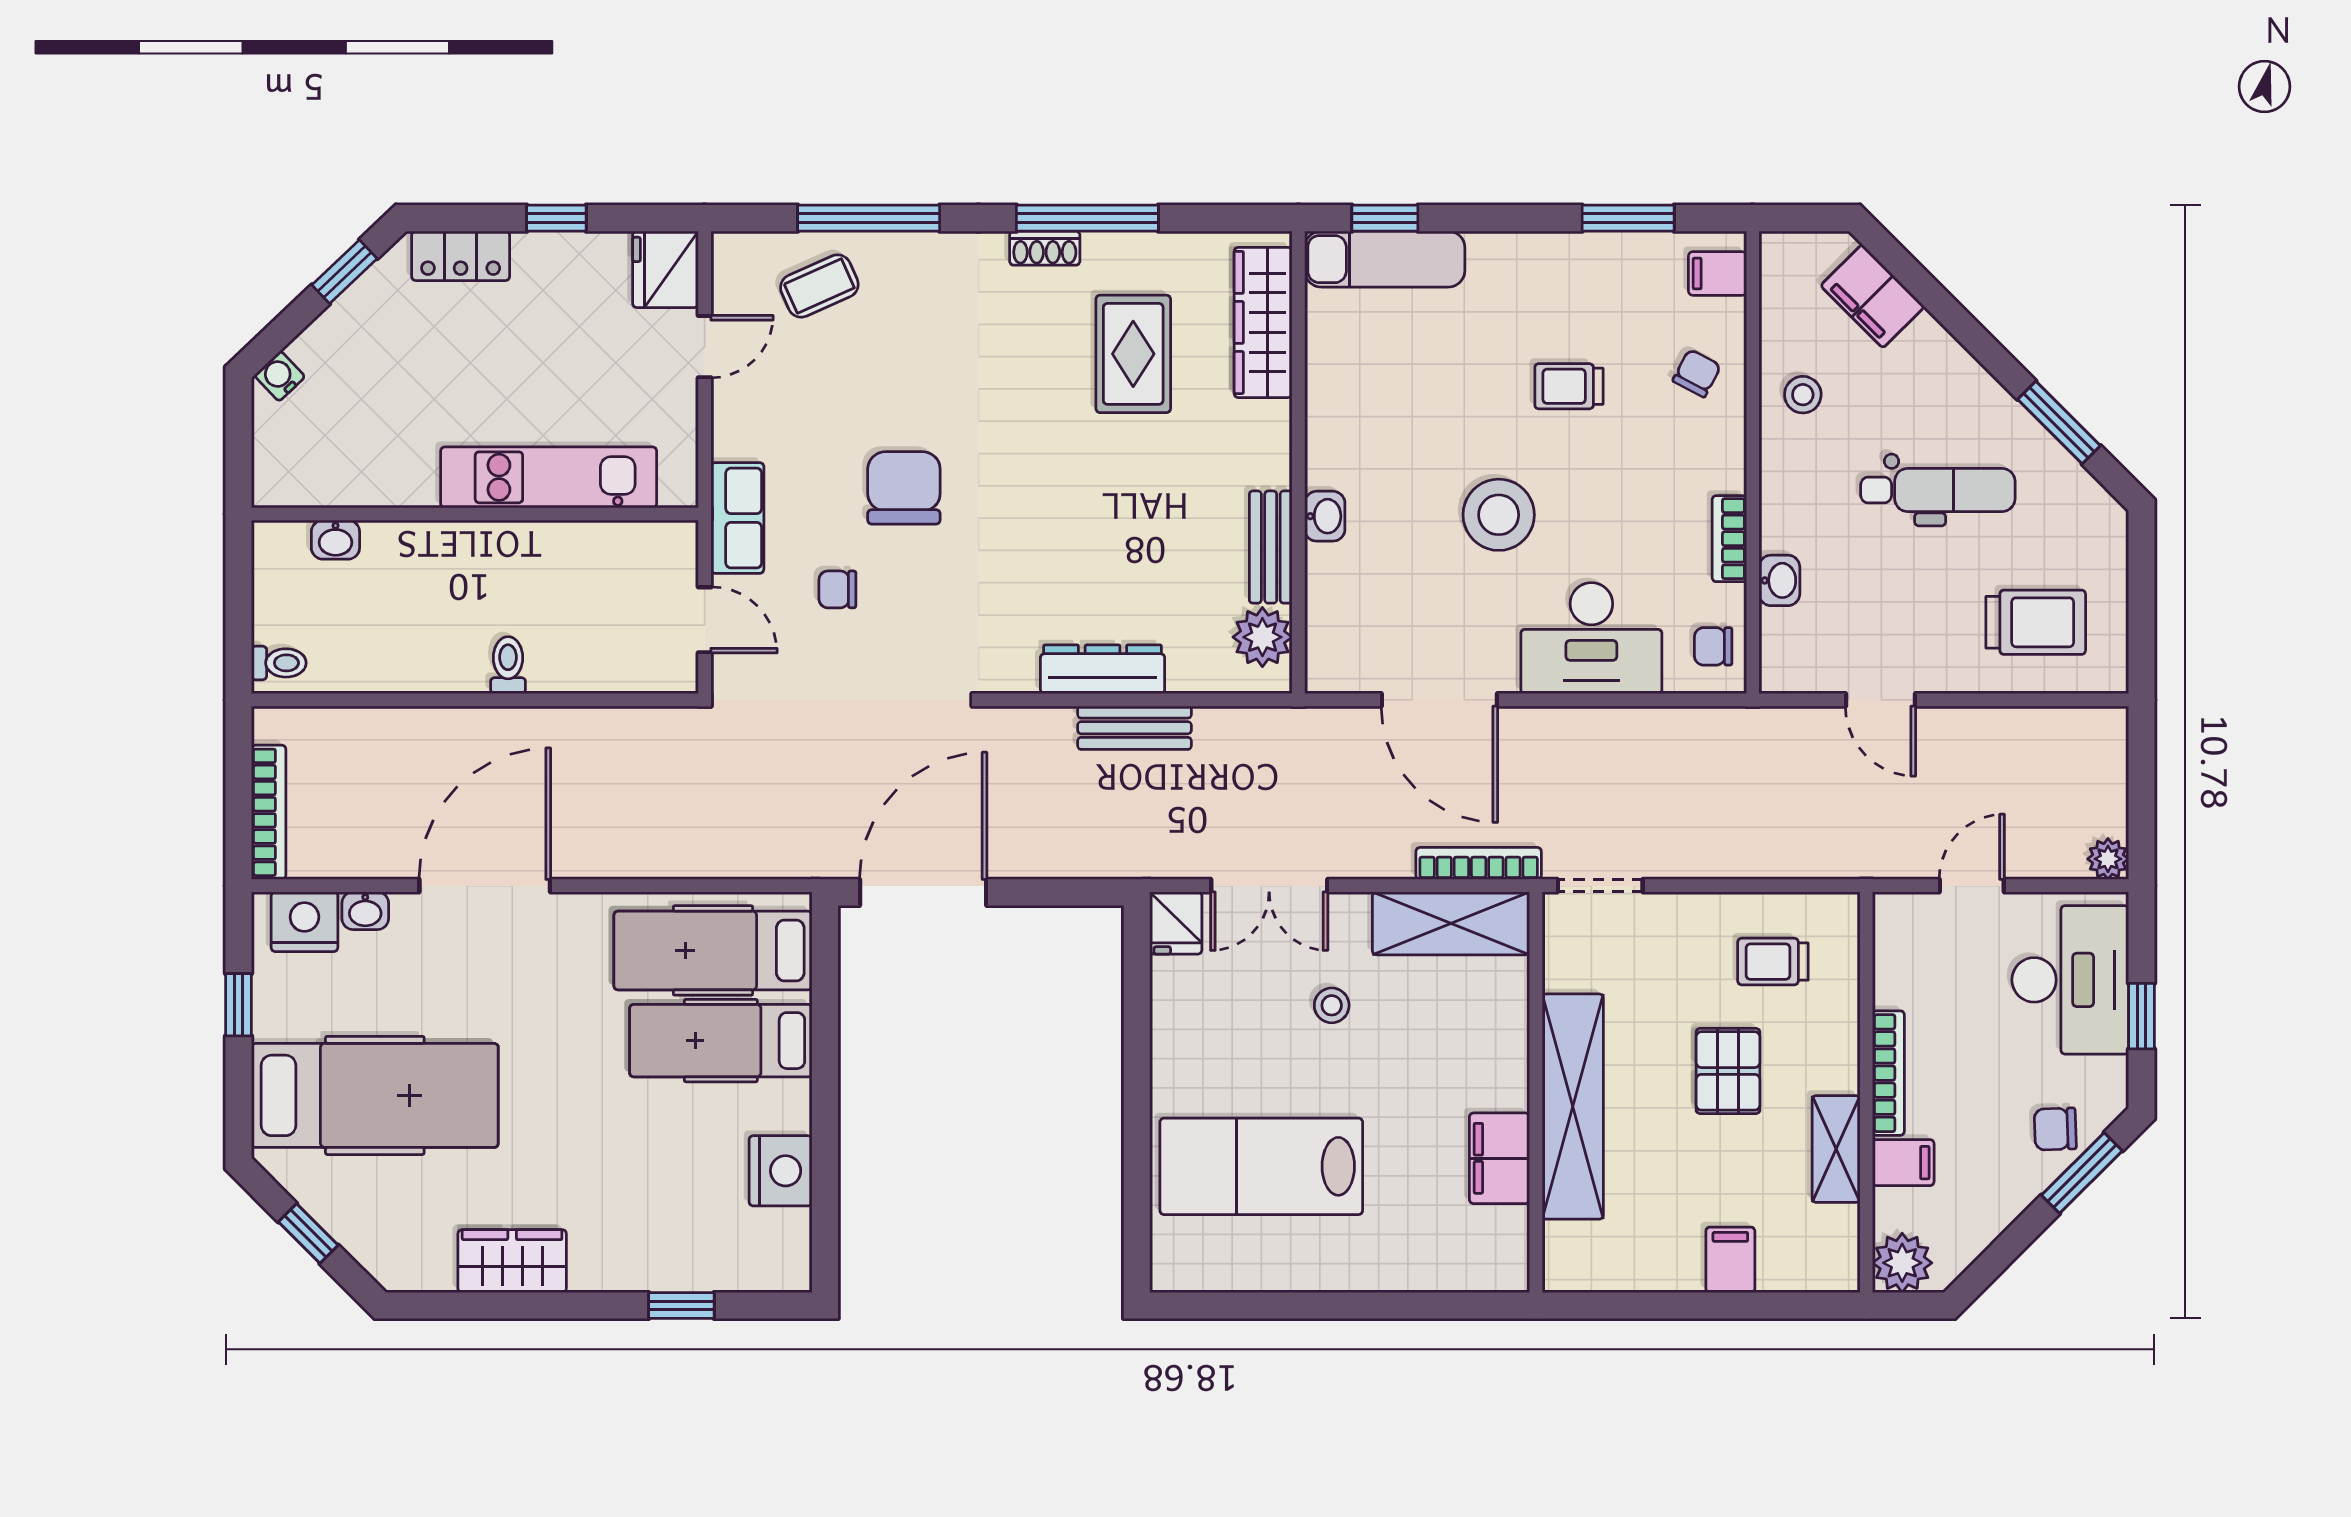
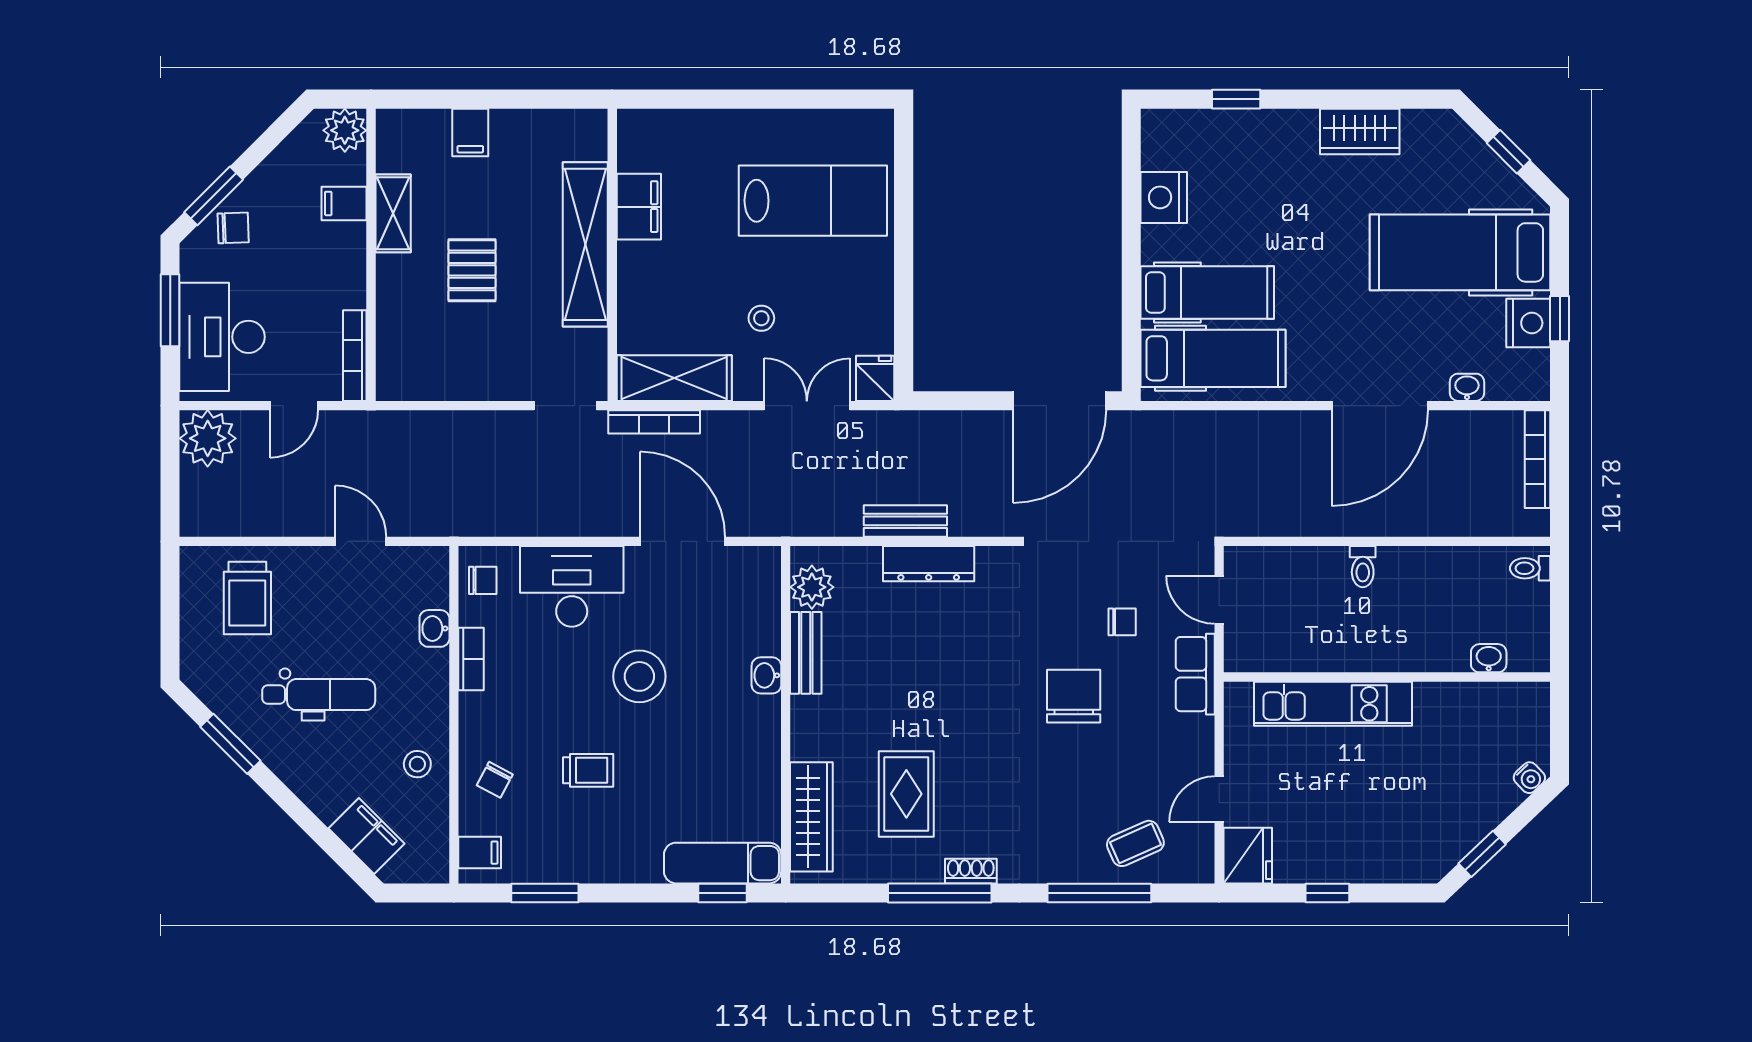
locker: (461, 256) -> (1397, 866), removed
chair: (904, 488) -> (1074, 696), turned 180
dental chair: (1938, 490) -> (319, 695), turned 180
trolley: (2036, 622) -> (247, 598), turned -90
plant: (2108, 859) -> (208, 438), width x1.87, depth x1.87
nightstand: (304, 922) -> (1528, 323), moved, turned -90
trolley: (1773, 962) -> (439, 350), removed
window: (2141, 1016) -> (170, 310), width x1.50
bookcase: (1888, 1073) -> (355, 356), moved

